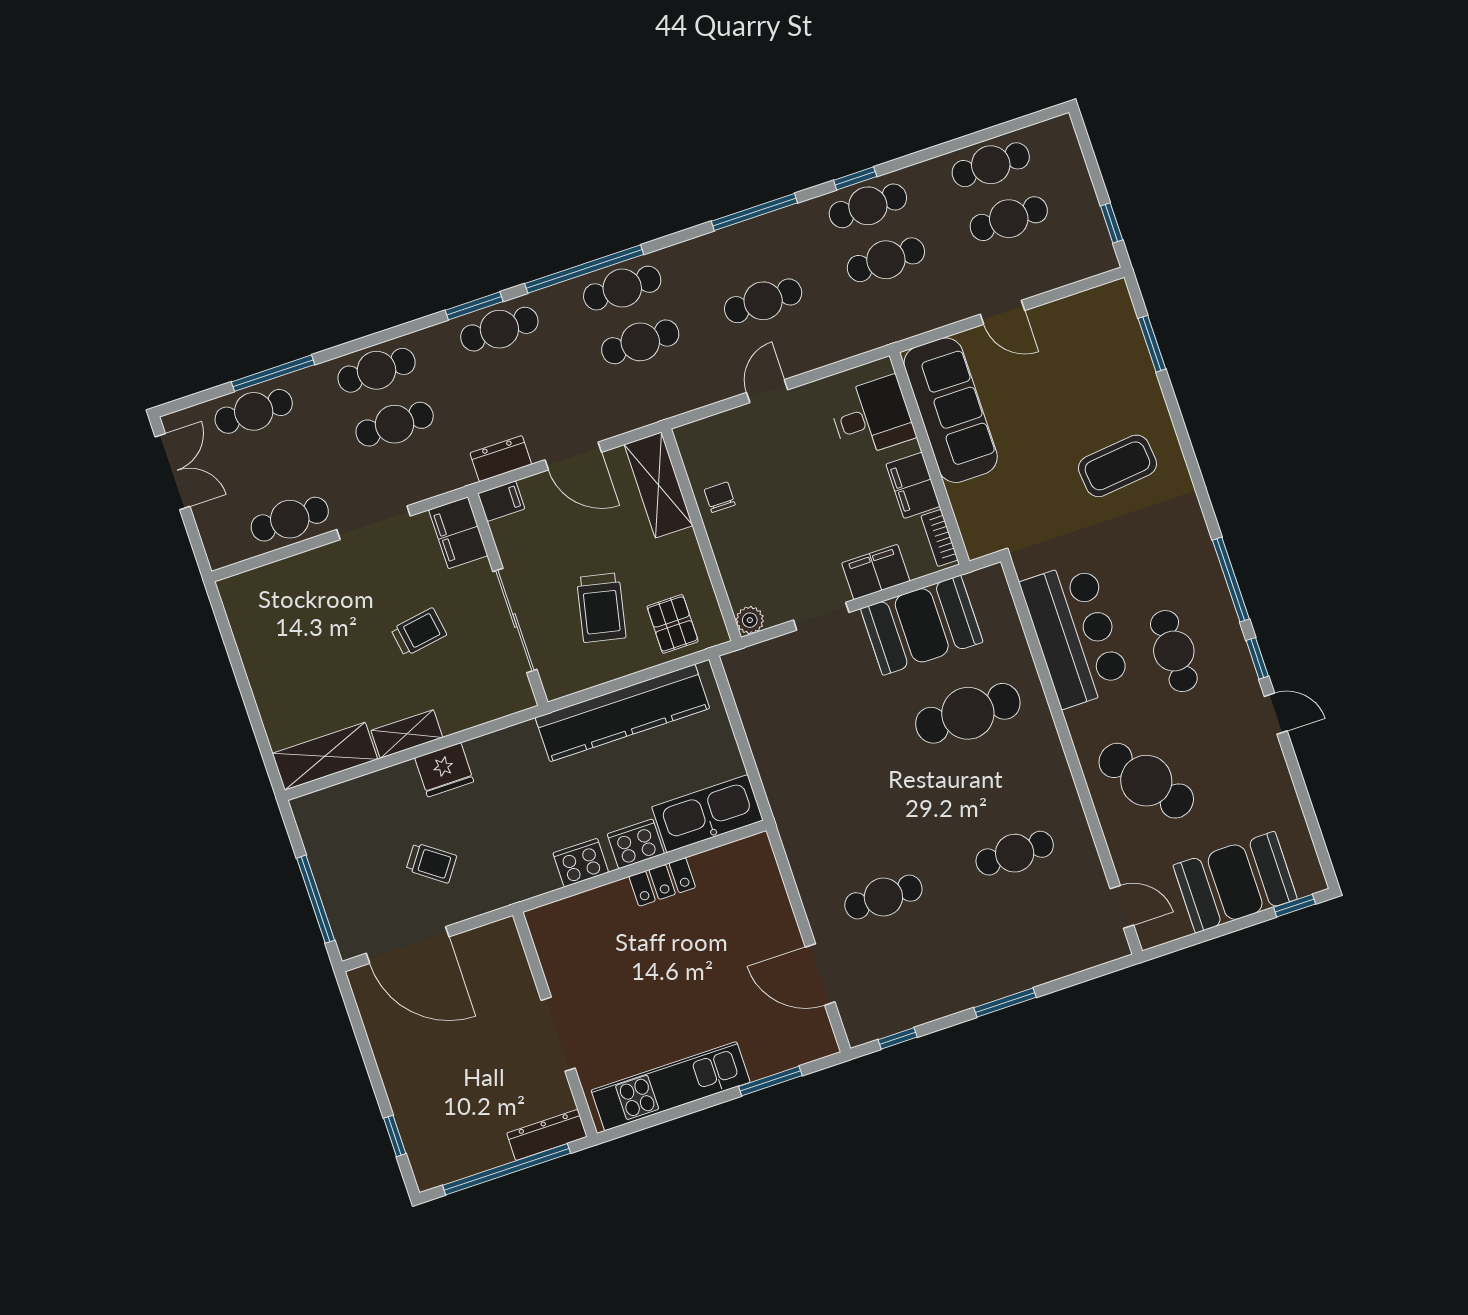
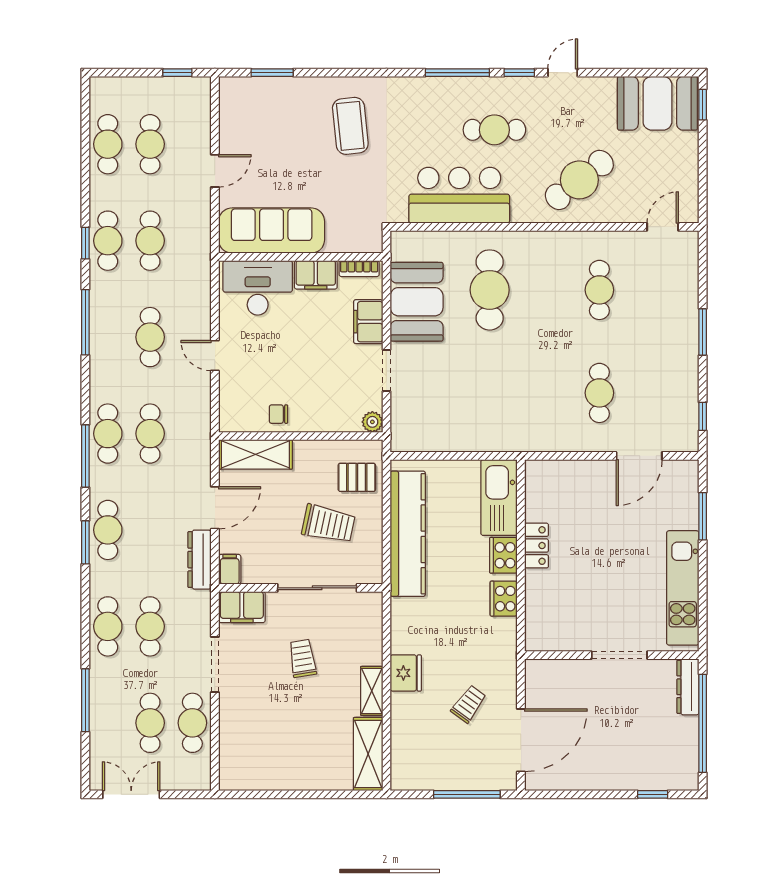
window: (584, 269) -> (85, 456), width x0.68
cafe table: (254, 411) -> (150, 723), moved
desk: (872, 417) -> (258, 288), width x1.37
dresser: (501, 459) -> (200, 560), width x1.44
booth: (1235, 882) -> (657, 103), moved, turned 90

